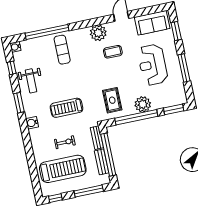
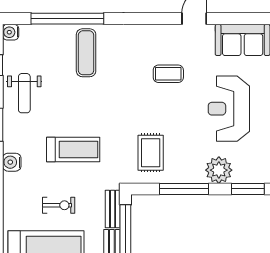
plant: (98, 33) -> (151, 38), removed
plant: (143, 104) -> (219, 170), moved
treadmill: (67, 108) -> (73, 149), turned 180
window: (136, 117) -> (184, 189), width x0.68

